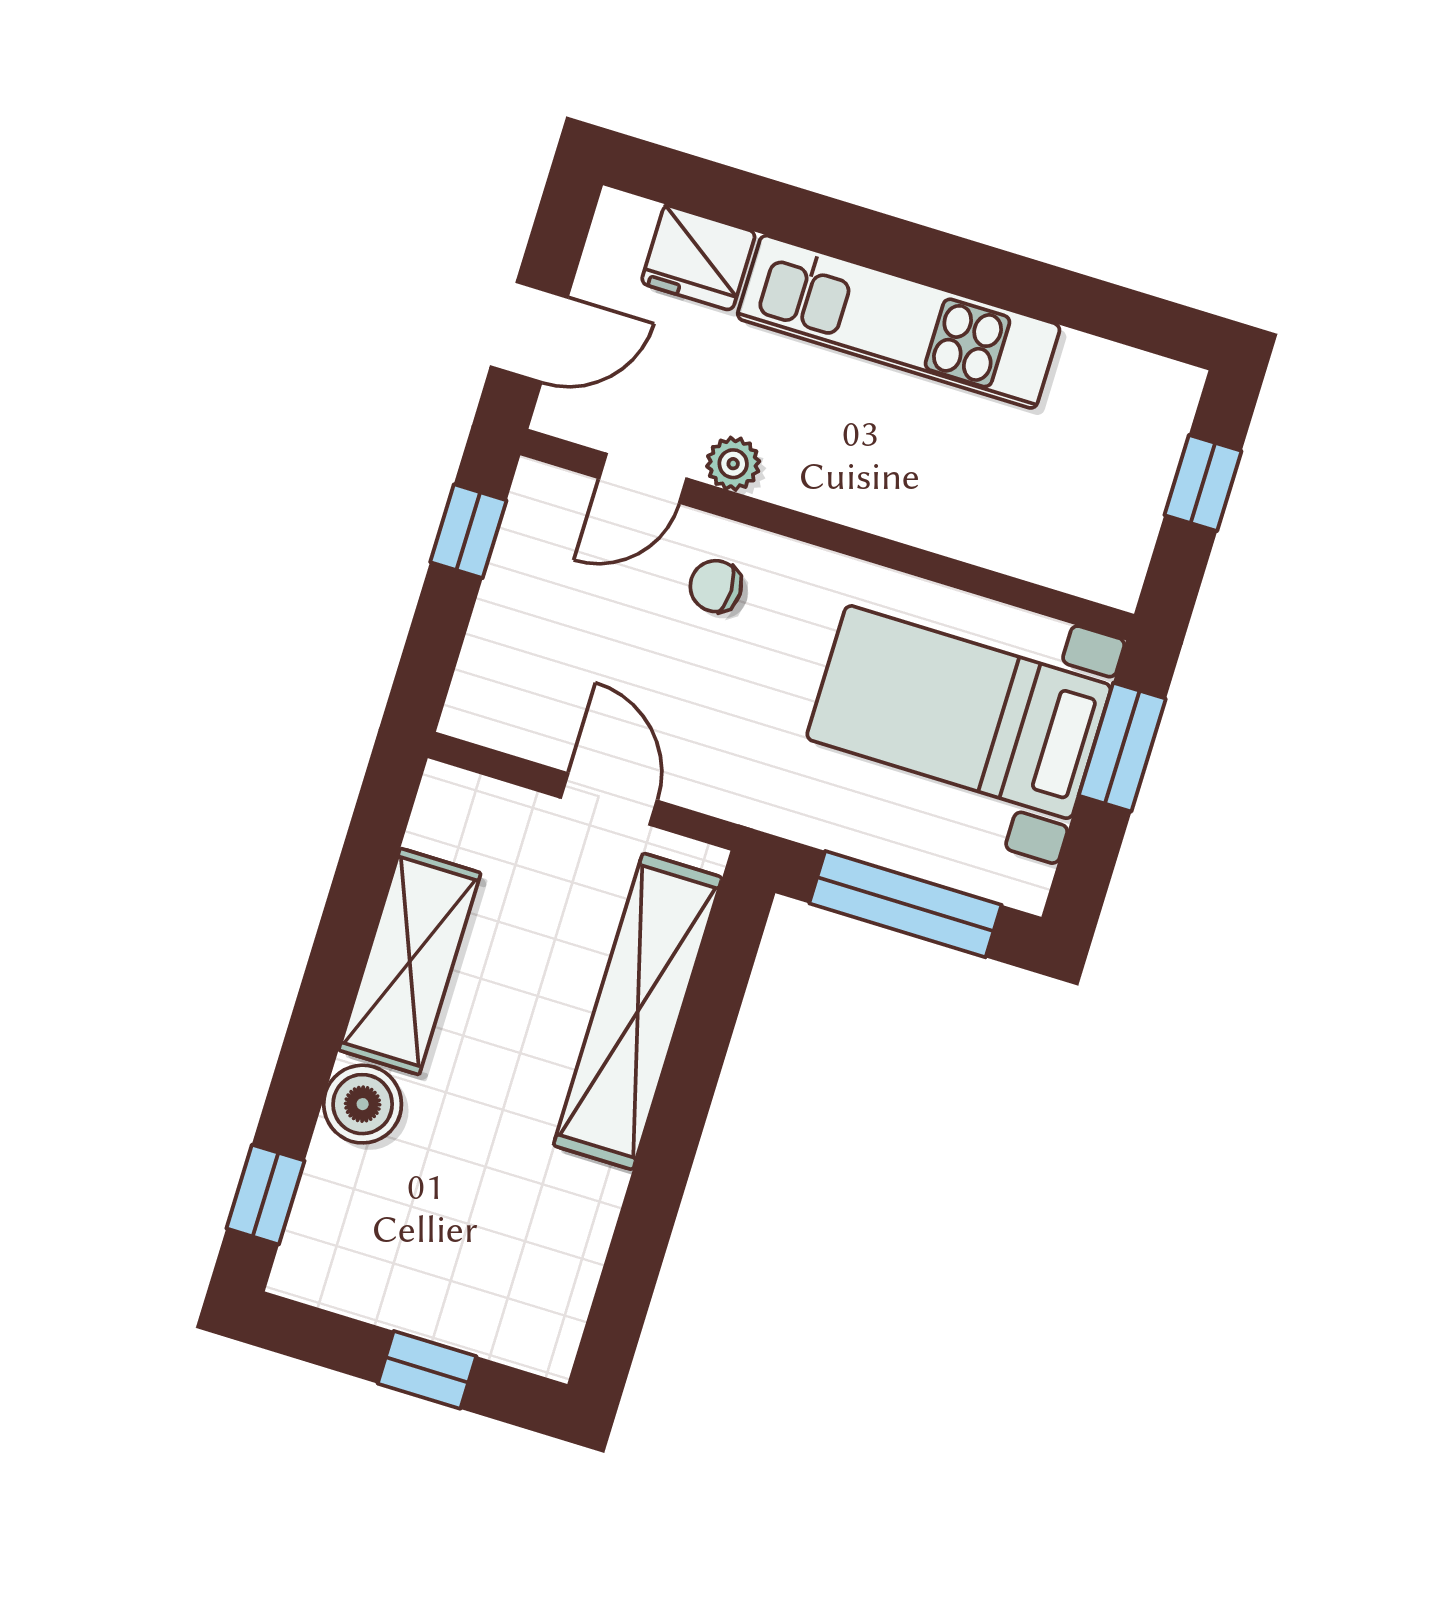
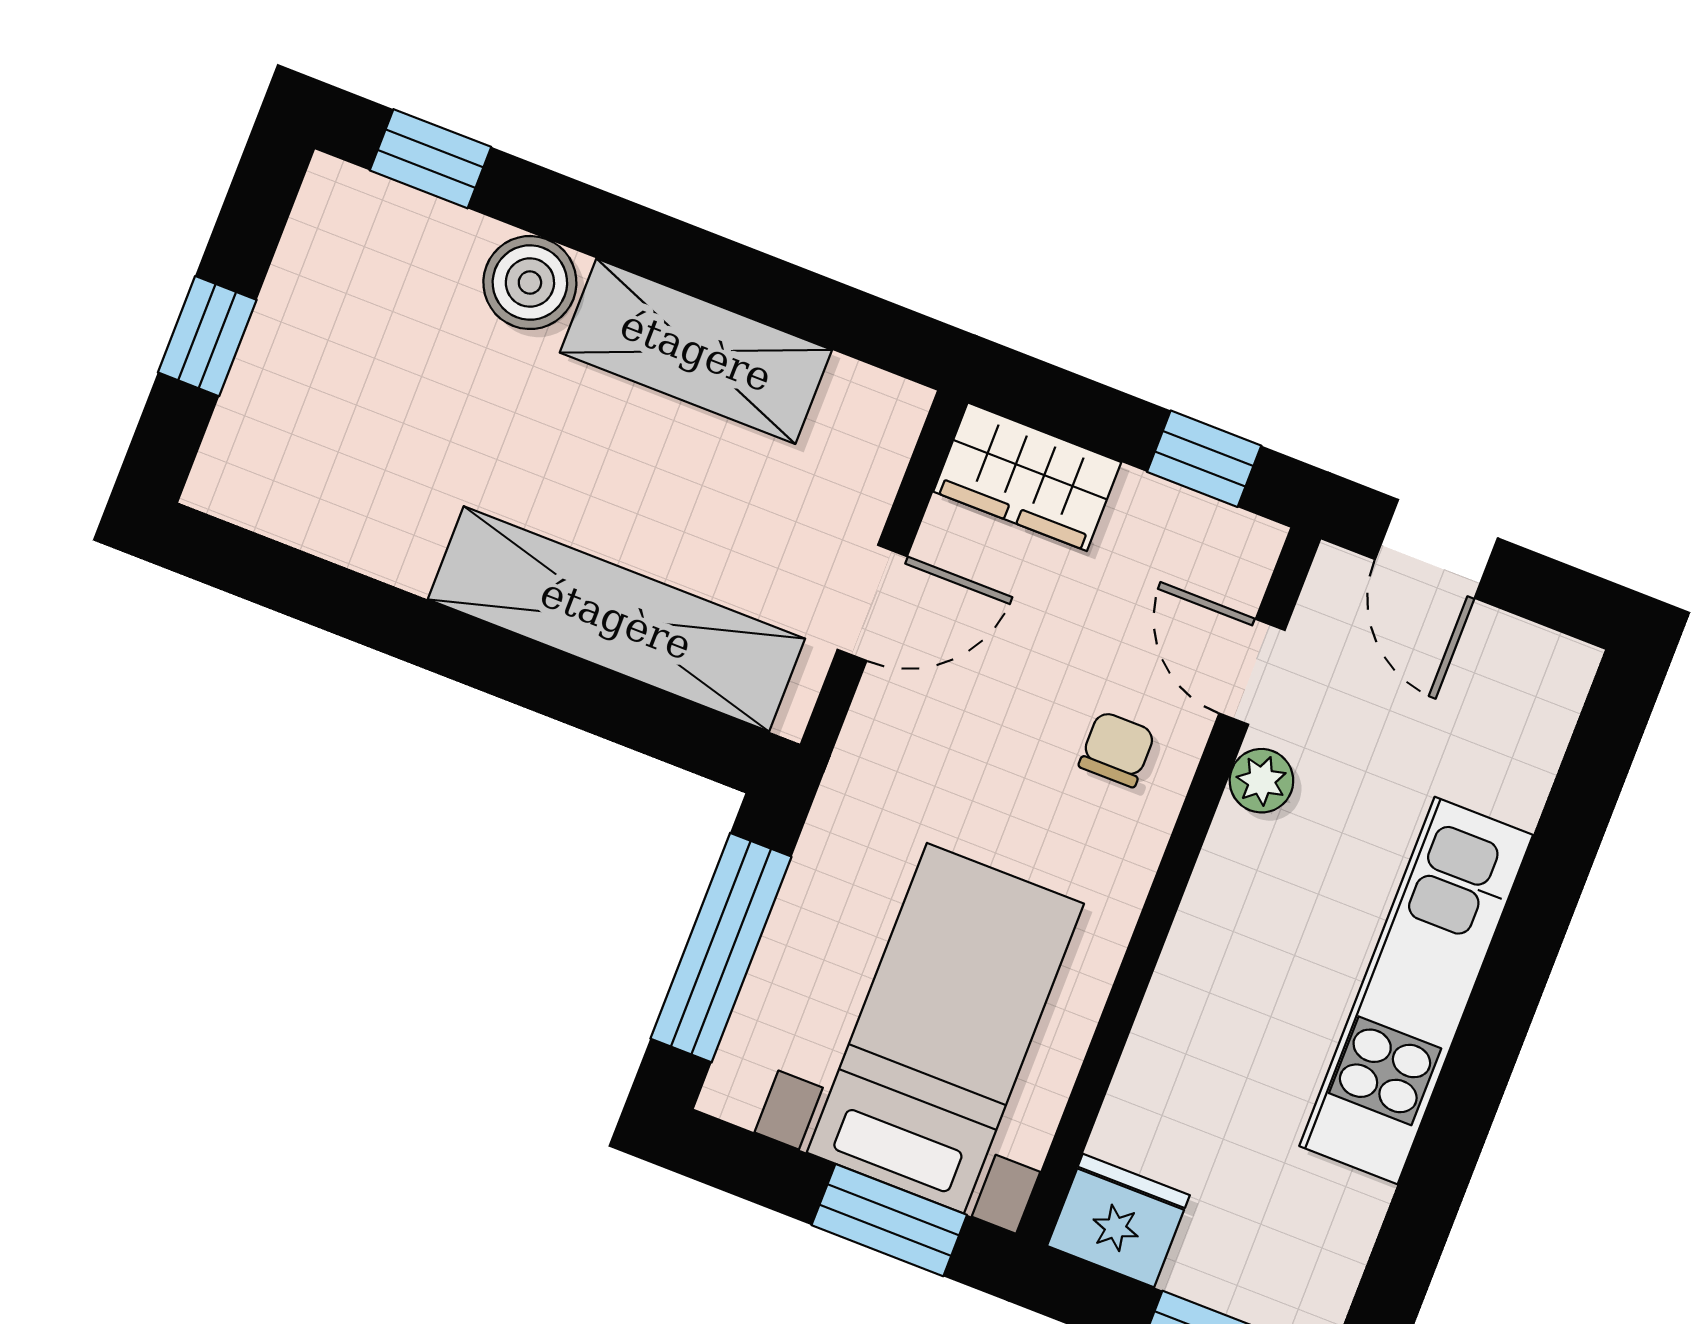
fridge: (698, 258) -> (1118, 1221), moved, turned 90
wardrobe: (494, 678) -> (1027, 477), added

